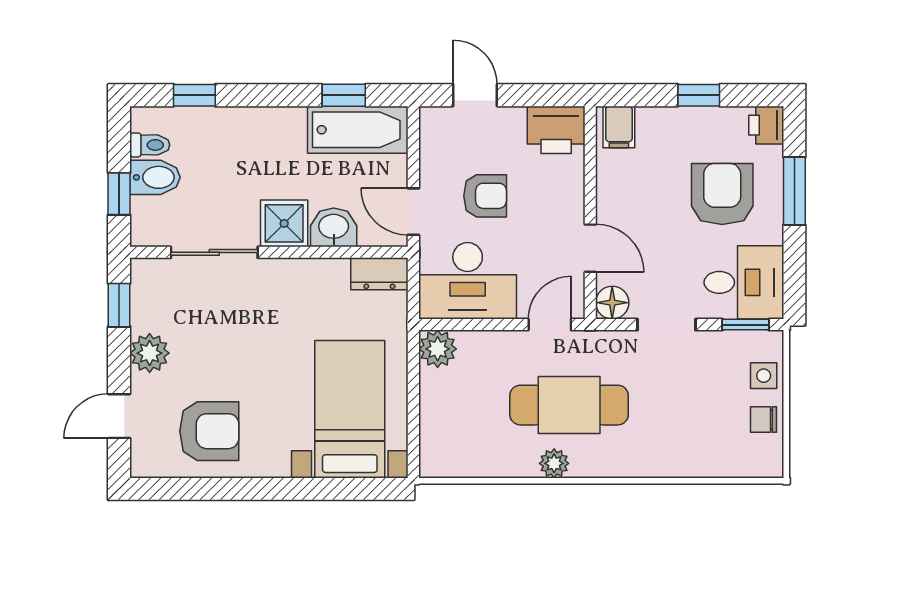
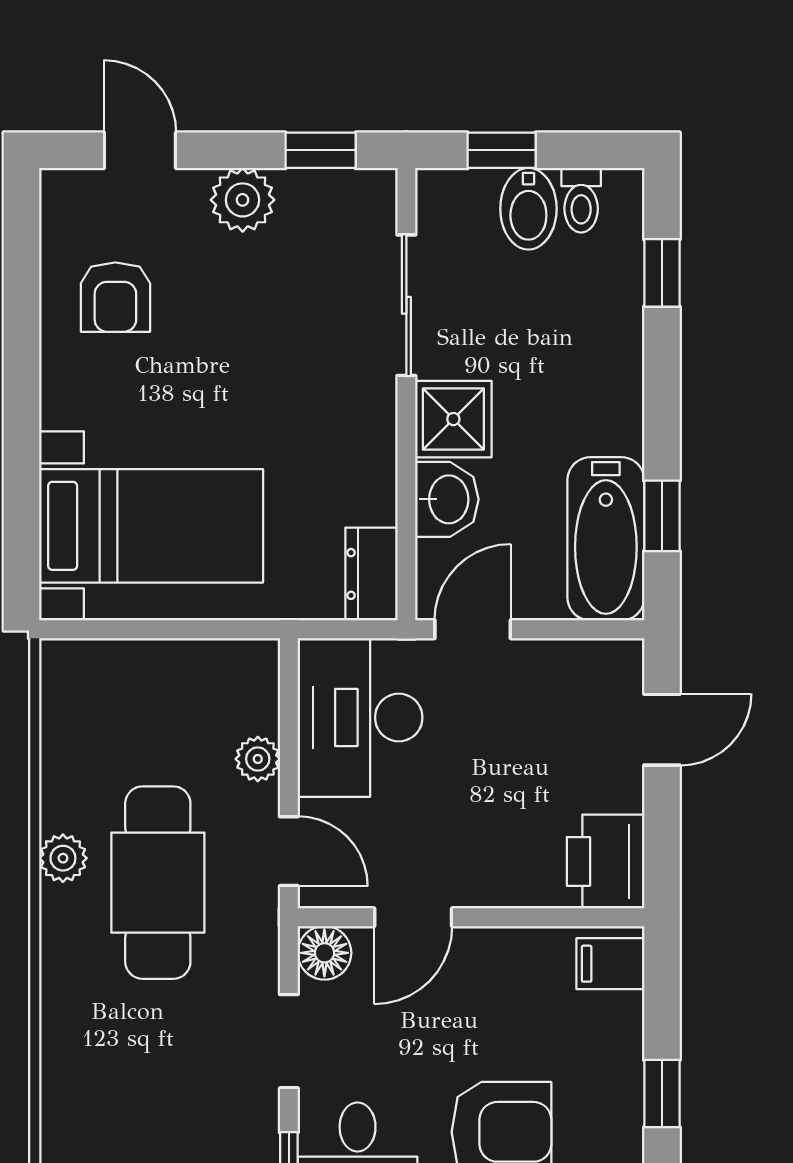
armchair: (485, 196) -> (498, 746), removed
plant: (438, 349) -> (258, 759), moved, width x0.73, depth x0.73
armchair: (209, 431) -> (115, 297), width x0.72, depth x0.72

